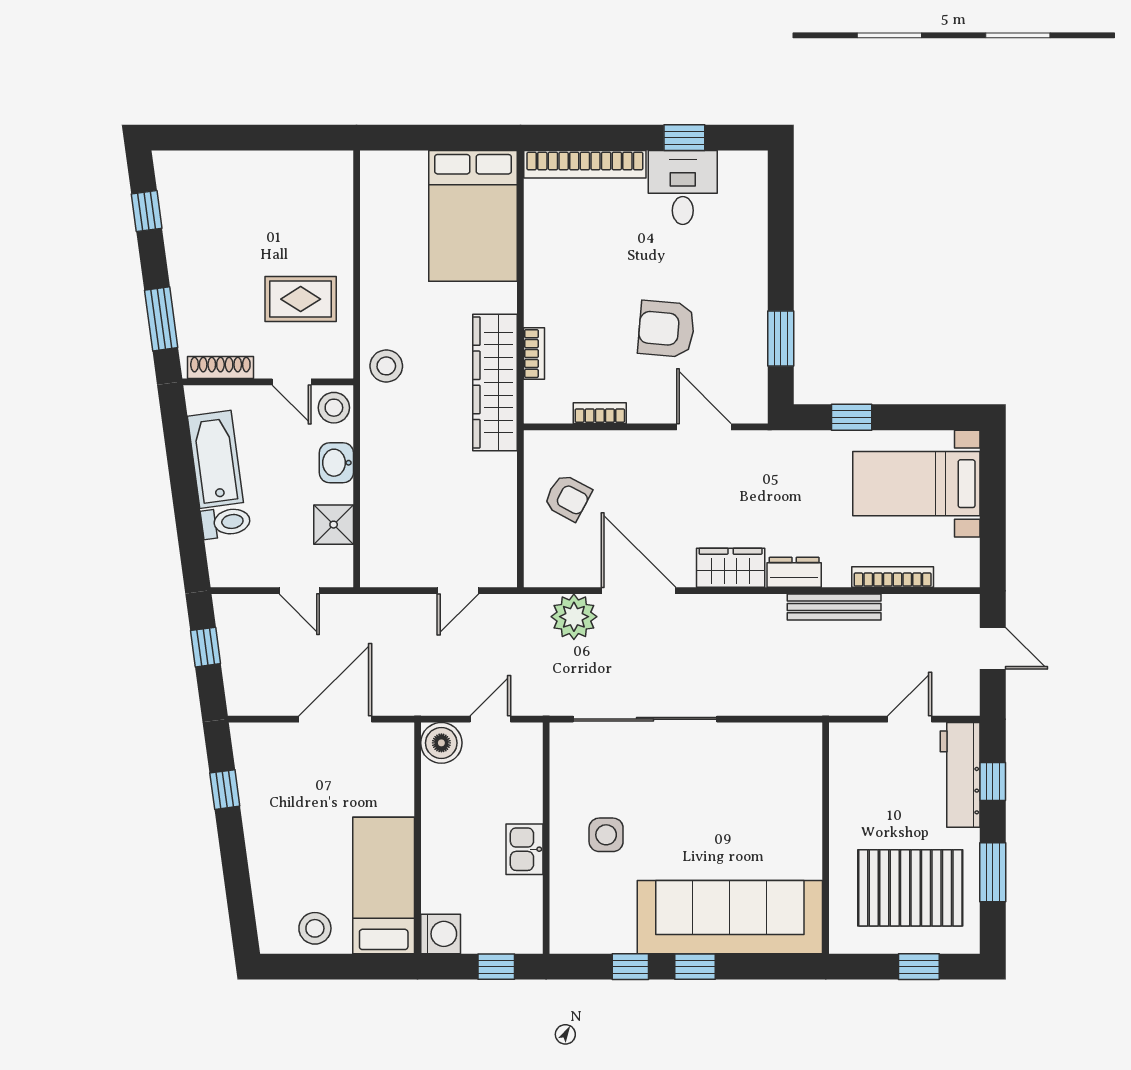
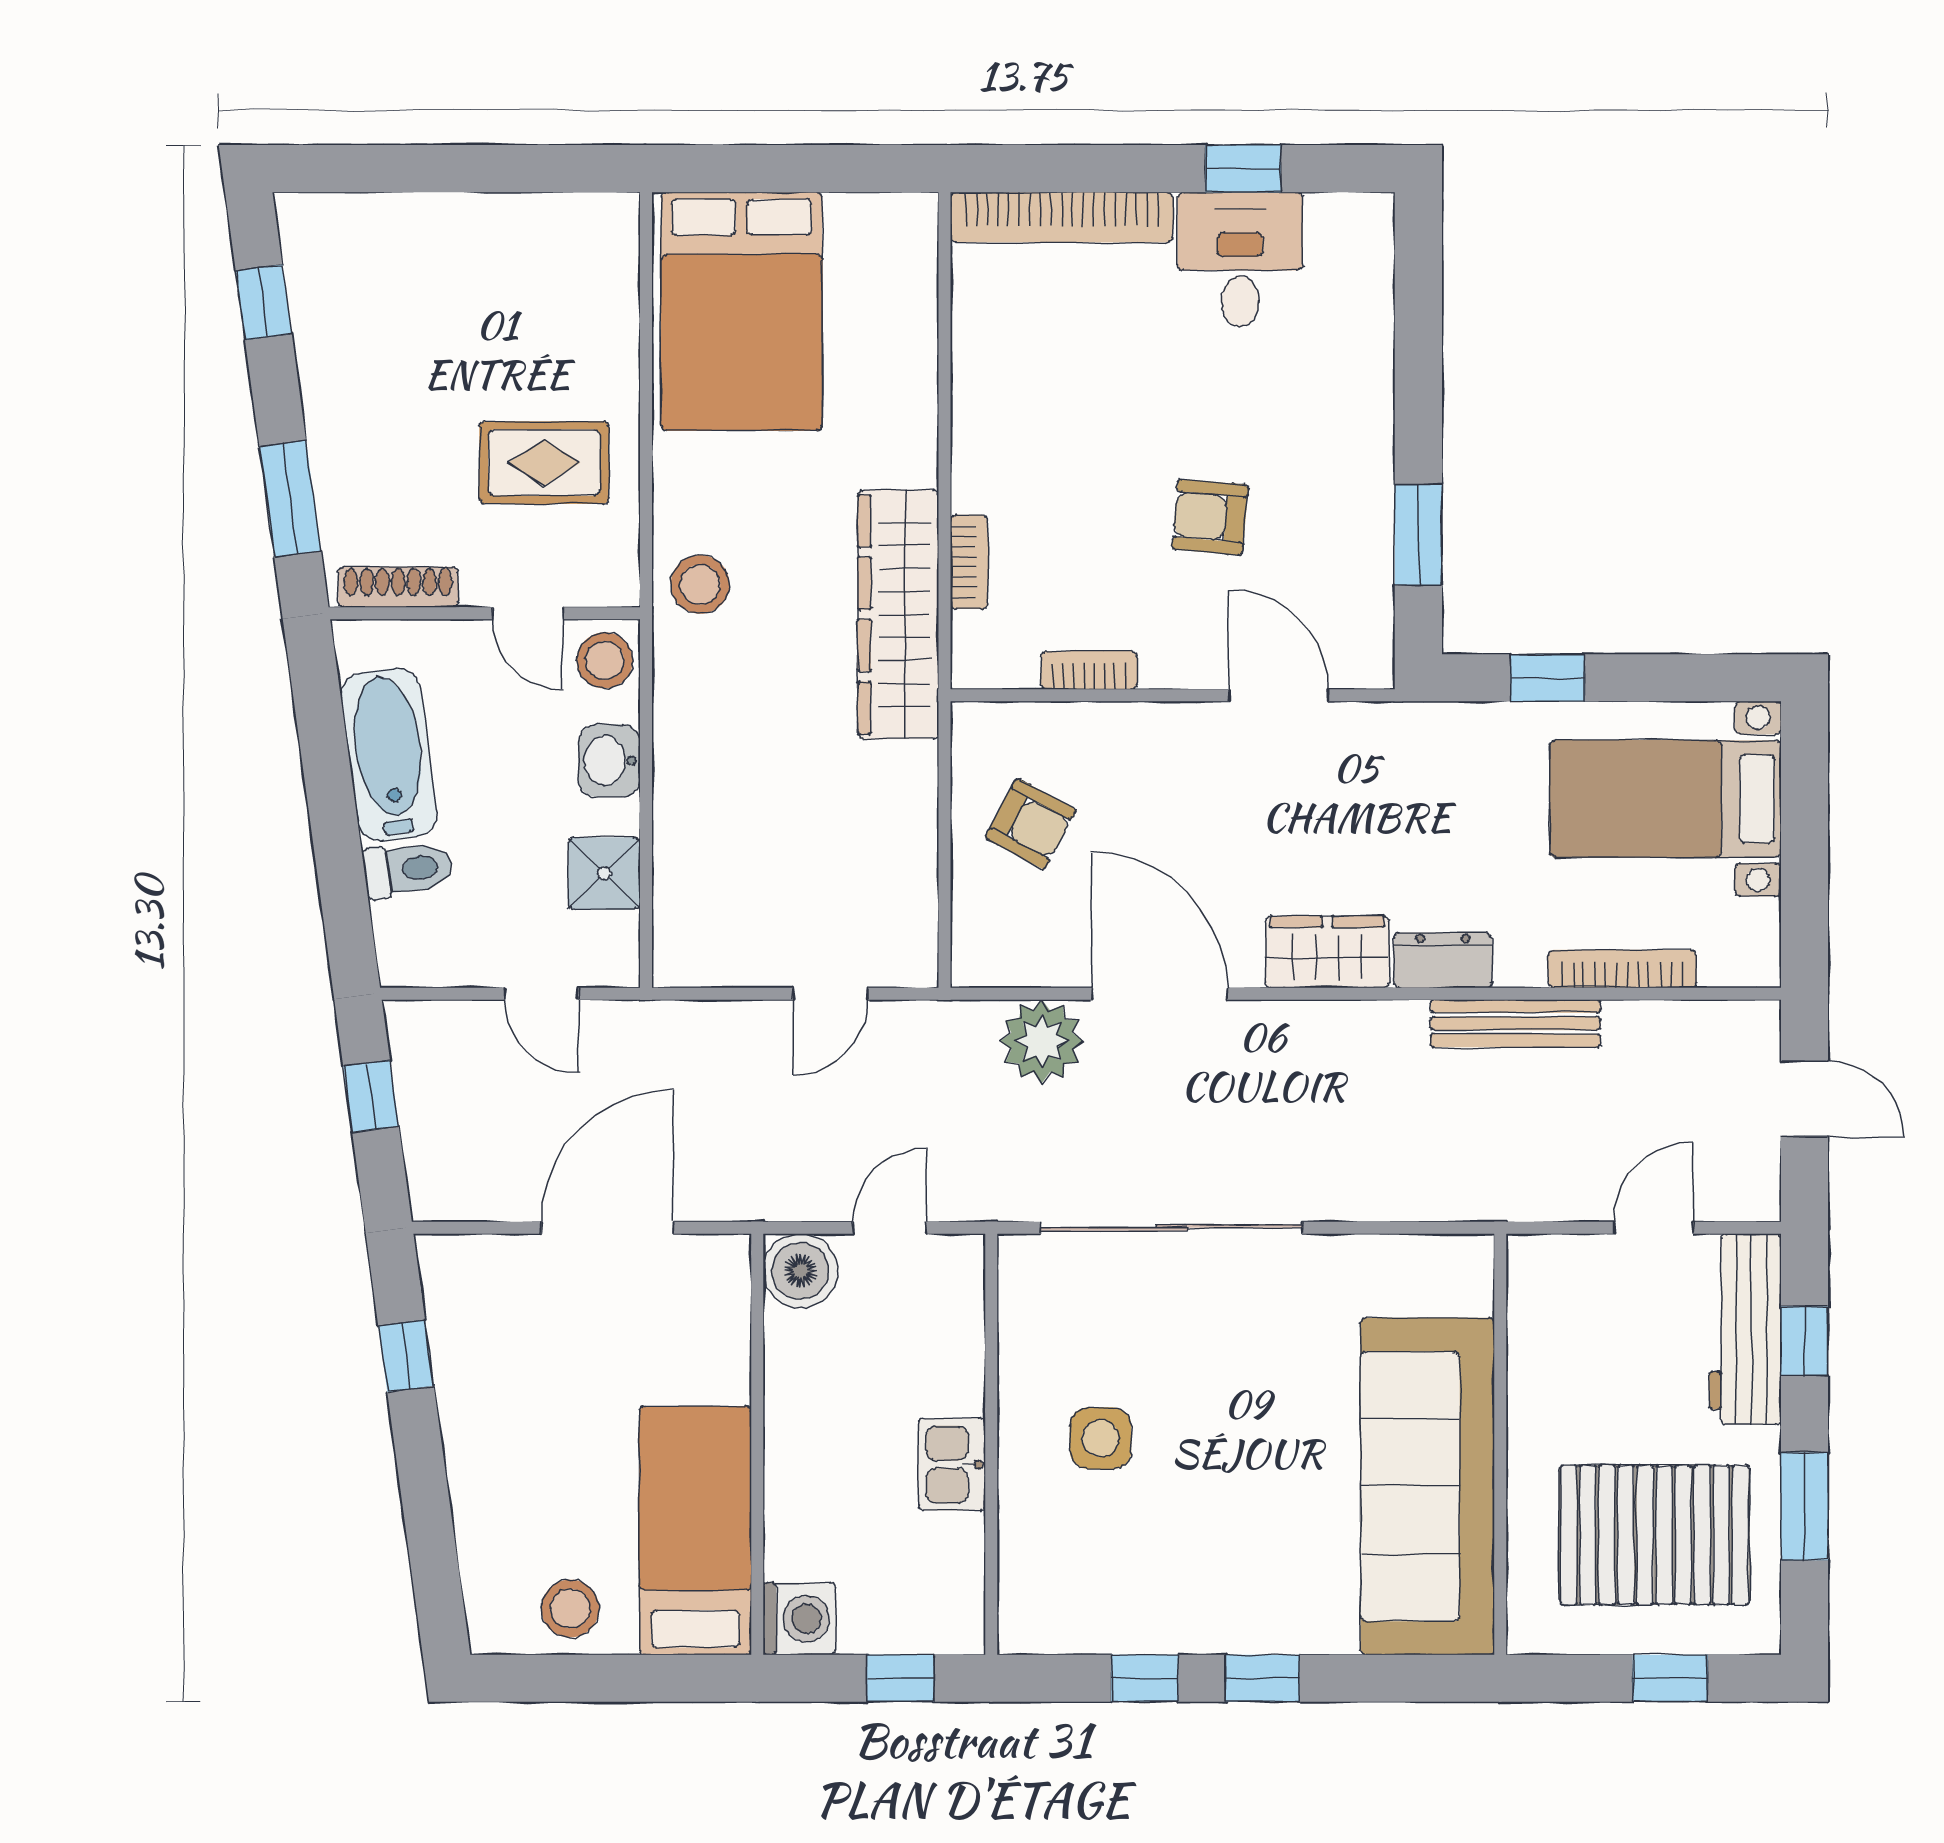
bed: (473, 216) -> (742, 311), moved
armchair: (666, 329) -> (1210, 517), width x0.72, depth x0.72
sofa: (730, 917) -> (1428, 1486), moved, turned -90

